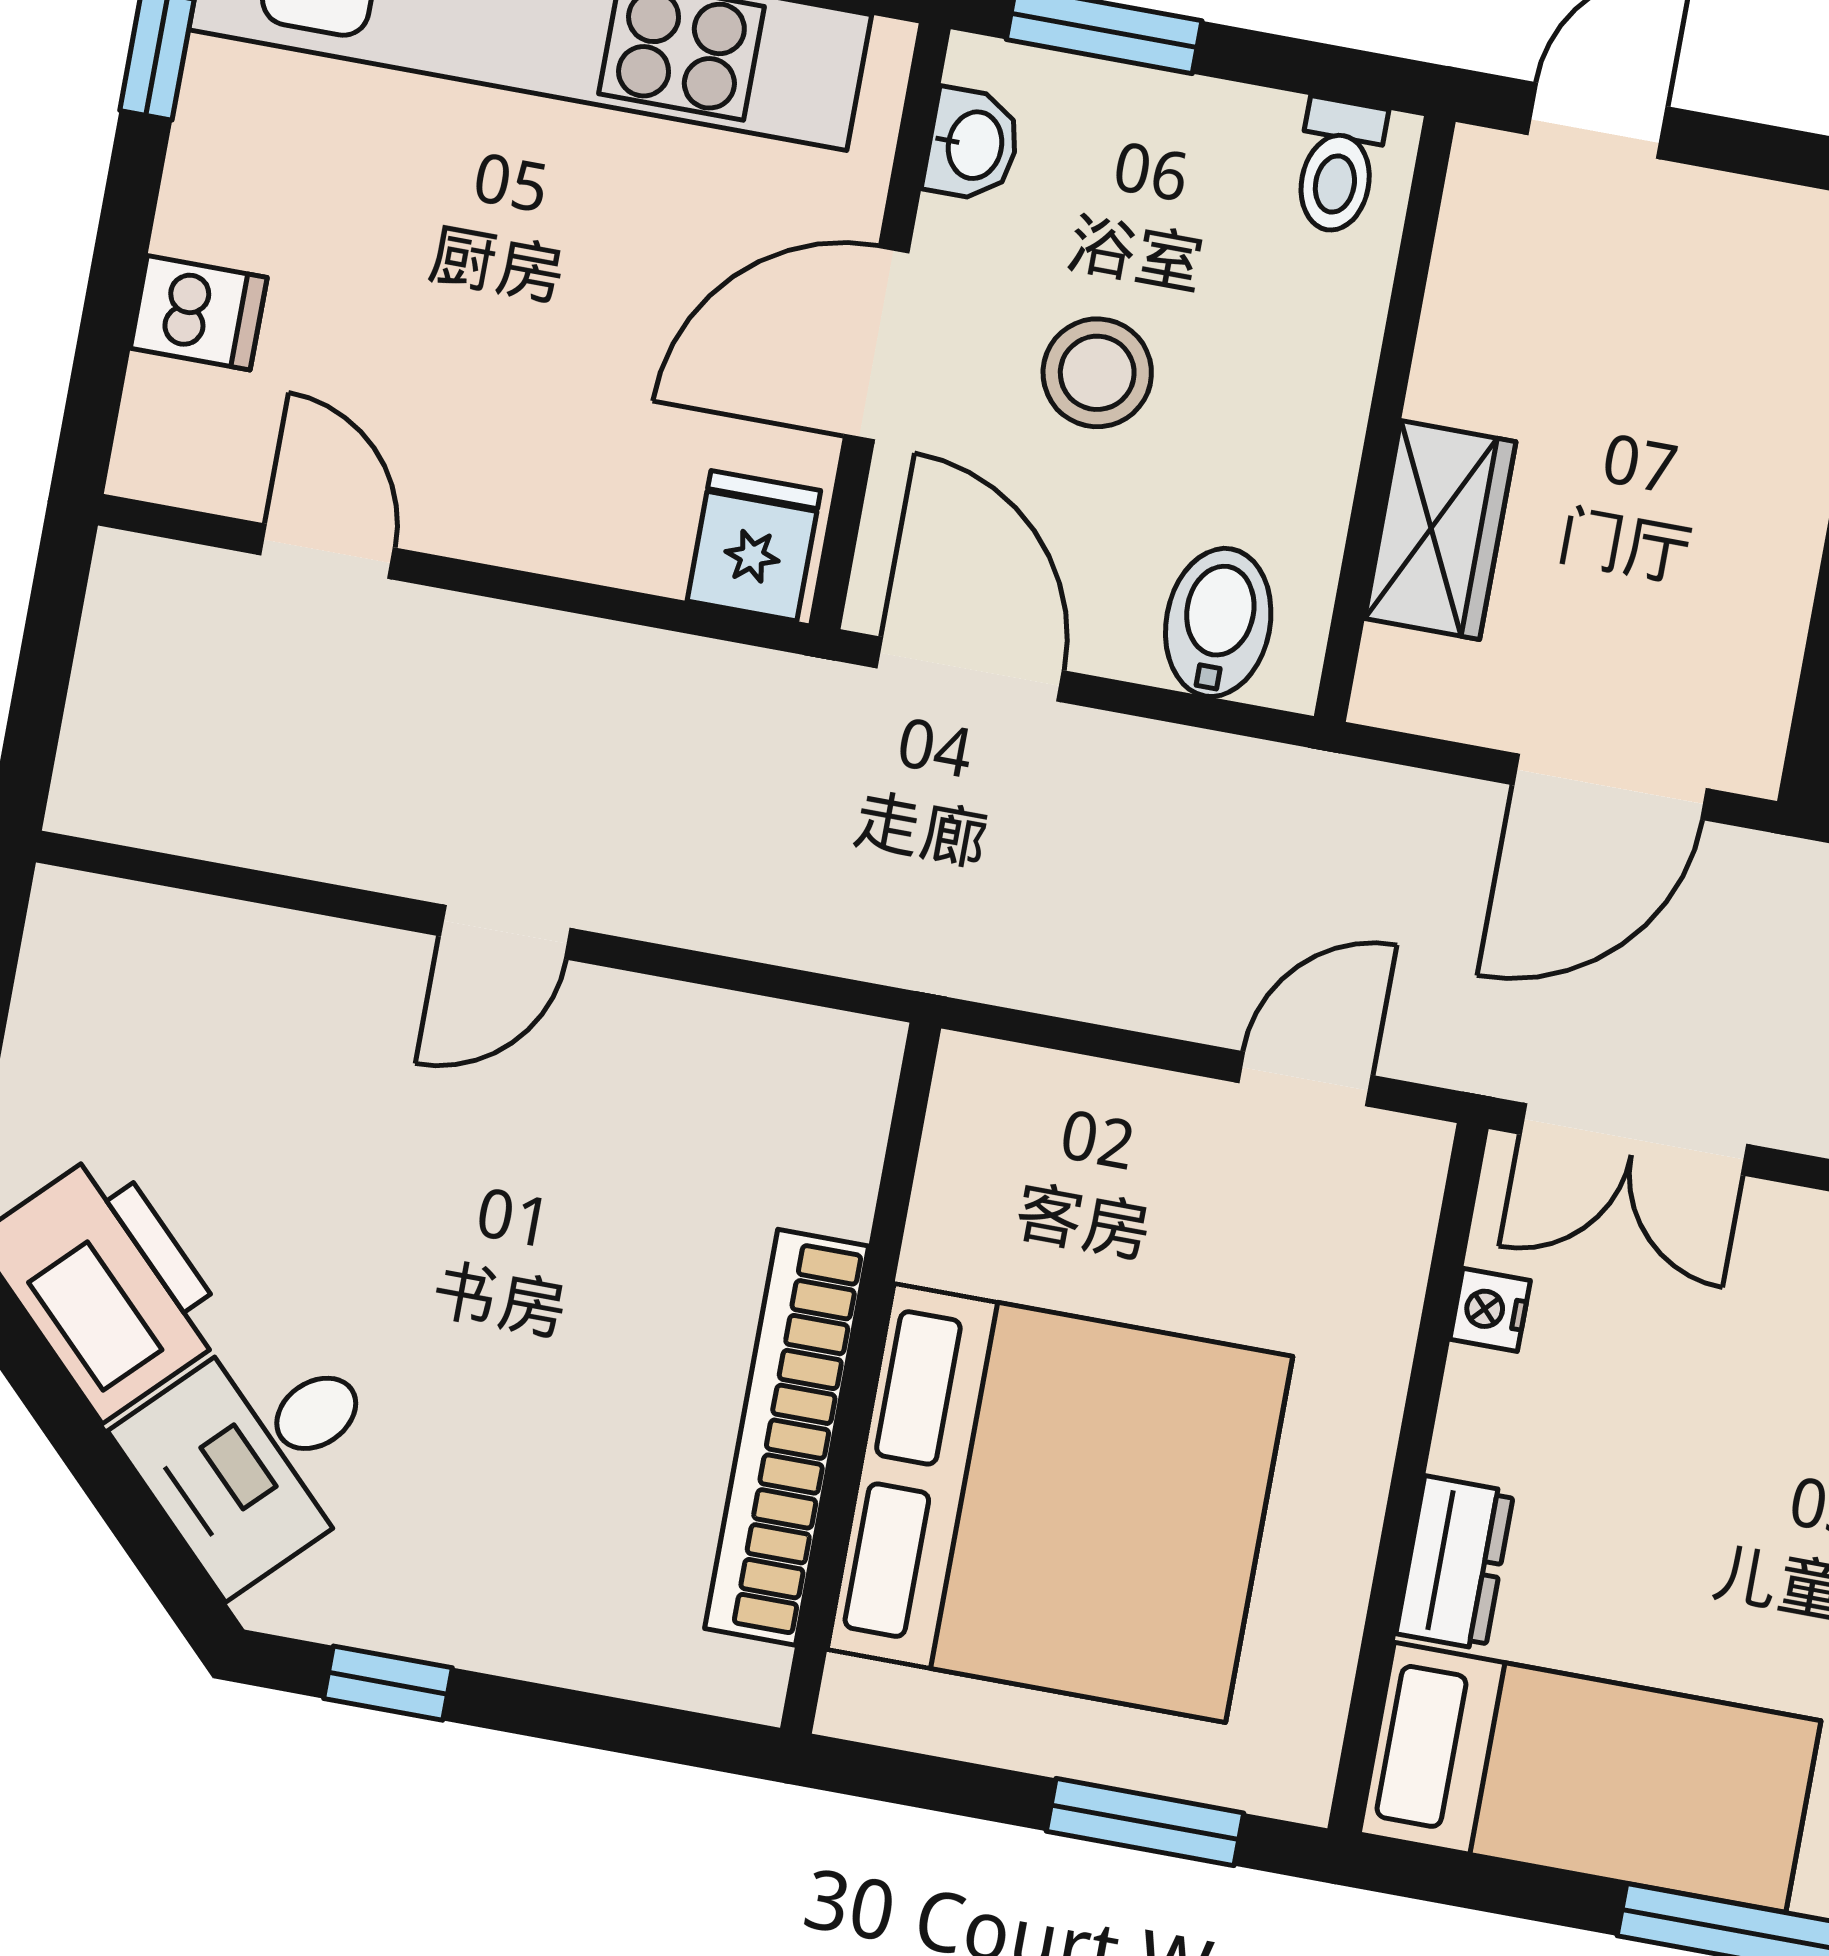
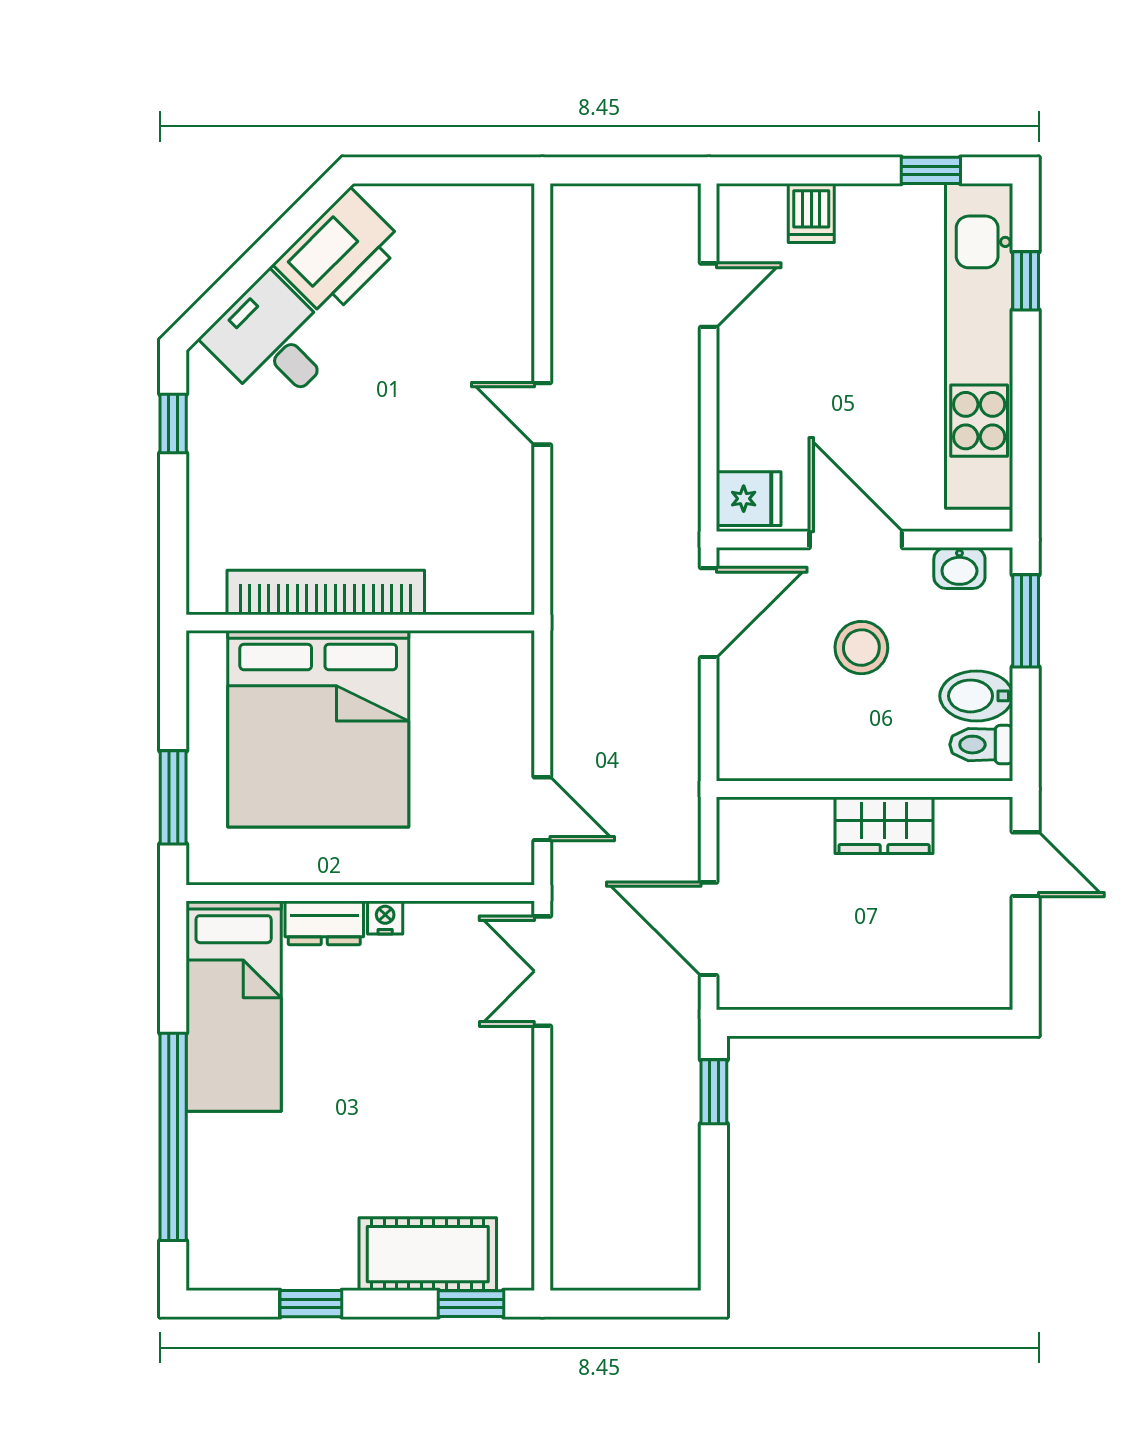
wardrobe: (1440, 530) -> (884, 825), moved
bidet: (1218, 622) -> (976, 696), moved, turned 180
nightstand: (1490, 1310) -> (385, 917), moved

